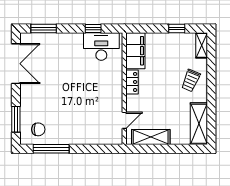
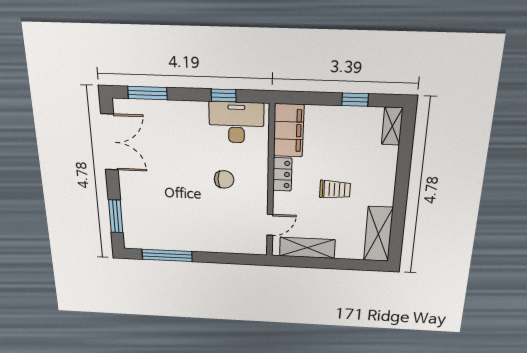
trolley: (191, 80) -> (335, 189), moved, turned -113
chair: (38, 129) -> (224, 179), moved

